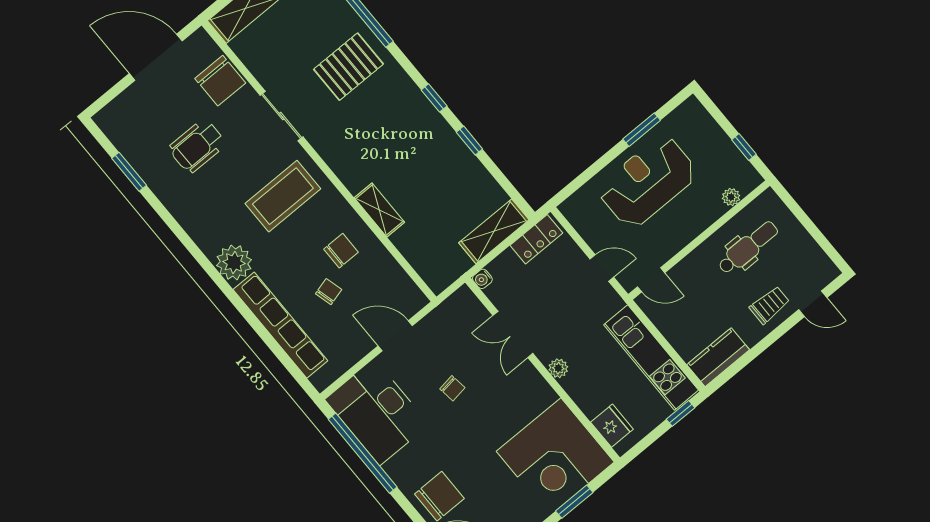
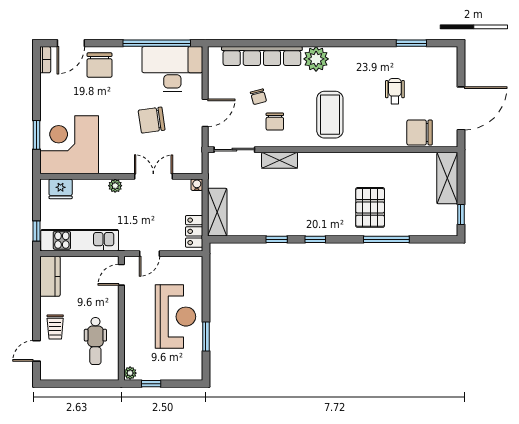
sliding door: (282, 116) -> (234, 150), moved
wheelchair: (197, 146) -> (395, 91), width x0.73, depth x0.73
plant: (731, 197) -> (130, 373), moved
chair: (452, 388) -> (152, 120), width x1.87, depth x1.87

